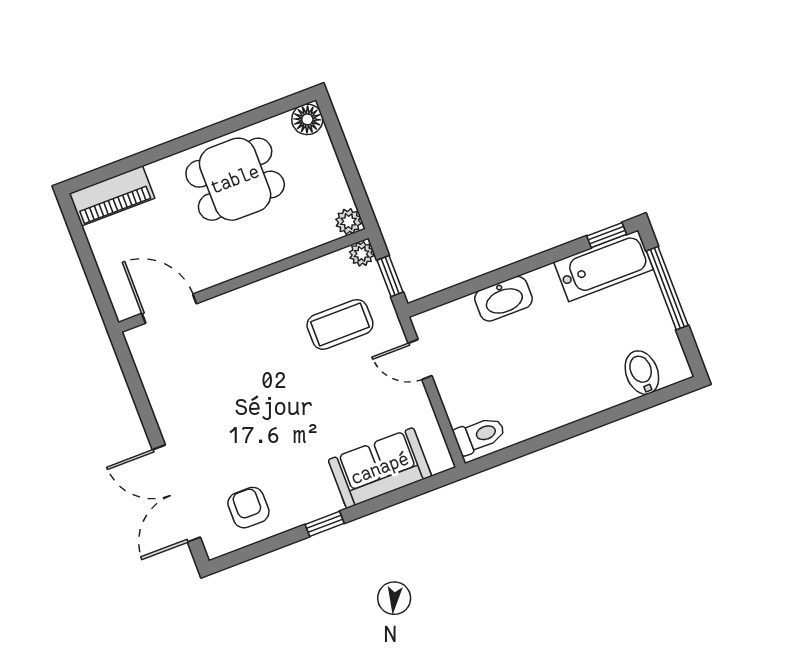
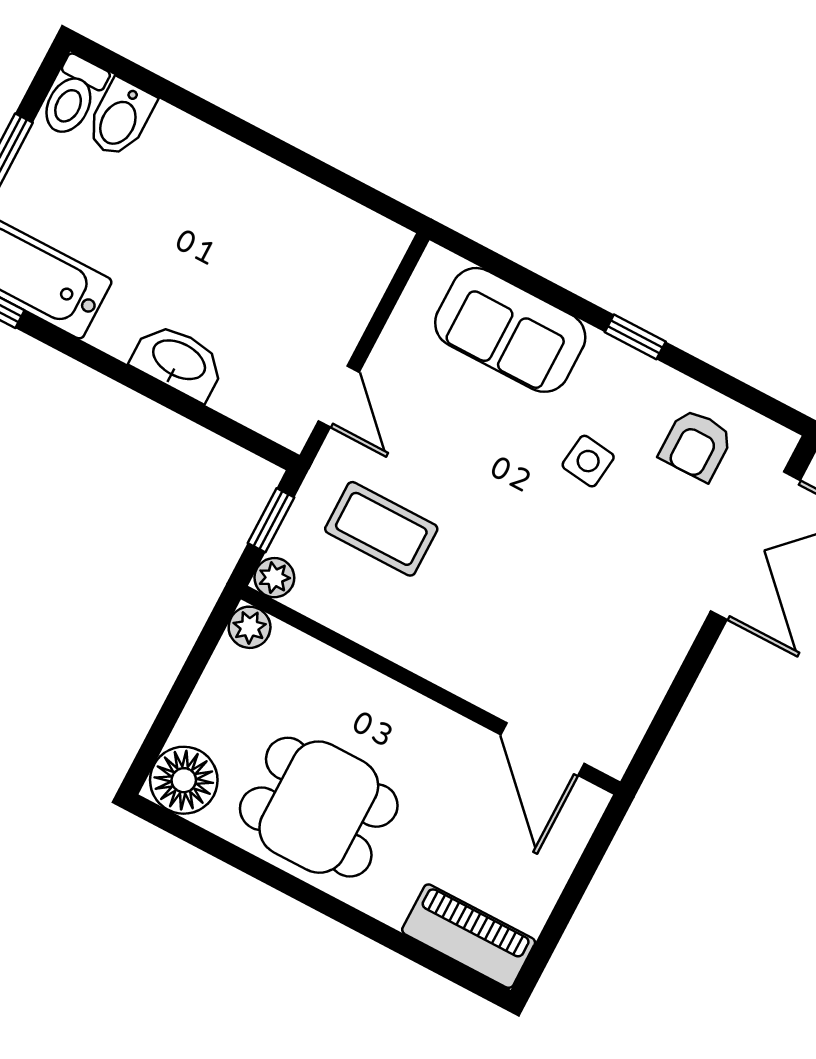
floor lamp: (307, 119) -> (184, 780), width x1.38, depth x1.38
toilet: (480, 435) -> (73, 96), moved, turned -90
side table: (286, 450) -> (588, 461), added

